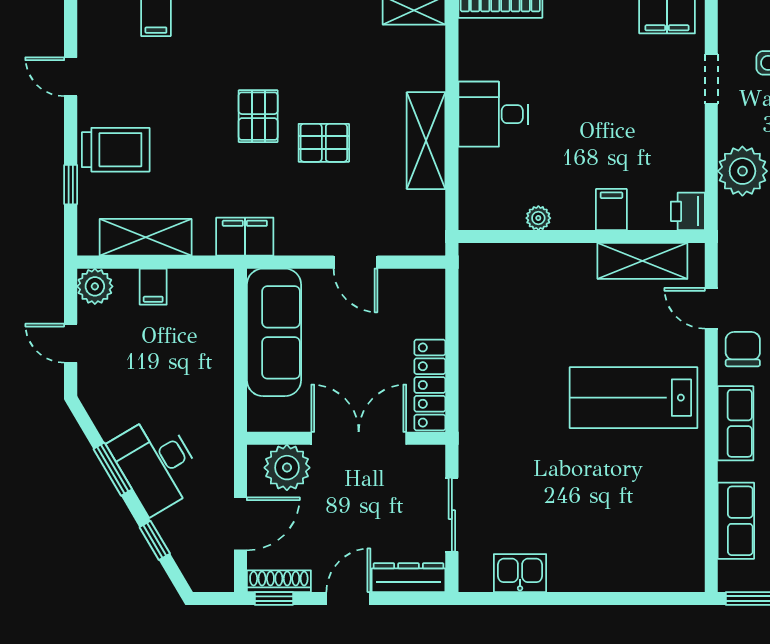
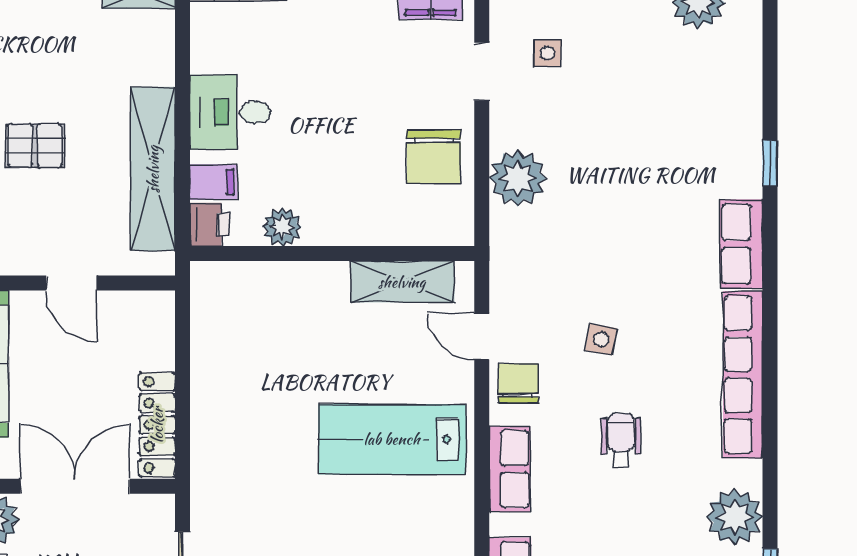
shelving: (426, 141) -> (153, 169), width x1.47
chair: (670, 153) -> (434, 157), added
filing cabinet: (611, 210) -> (214, 182), moved, turned 90
printer: (688, 211) -> (210, 224), moved, turned 180
plant: (538, 218) -> (282, 227), width x1.38, depth x1.38

